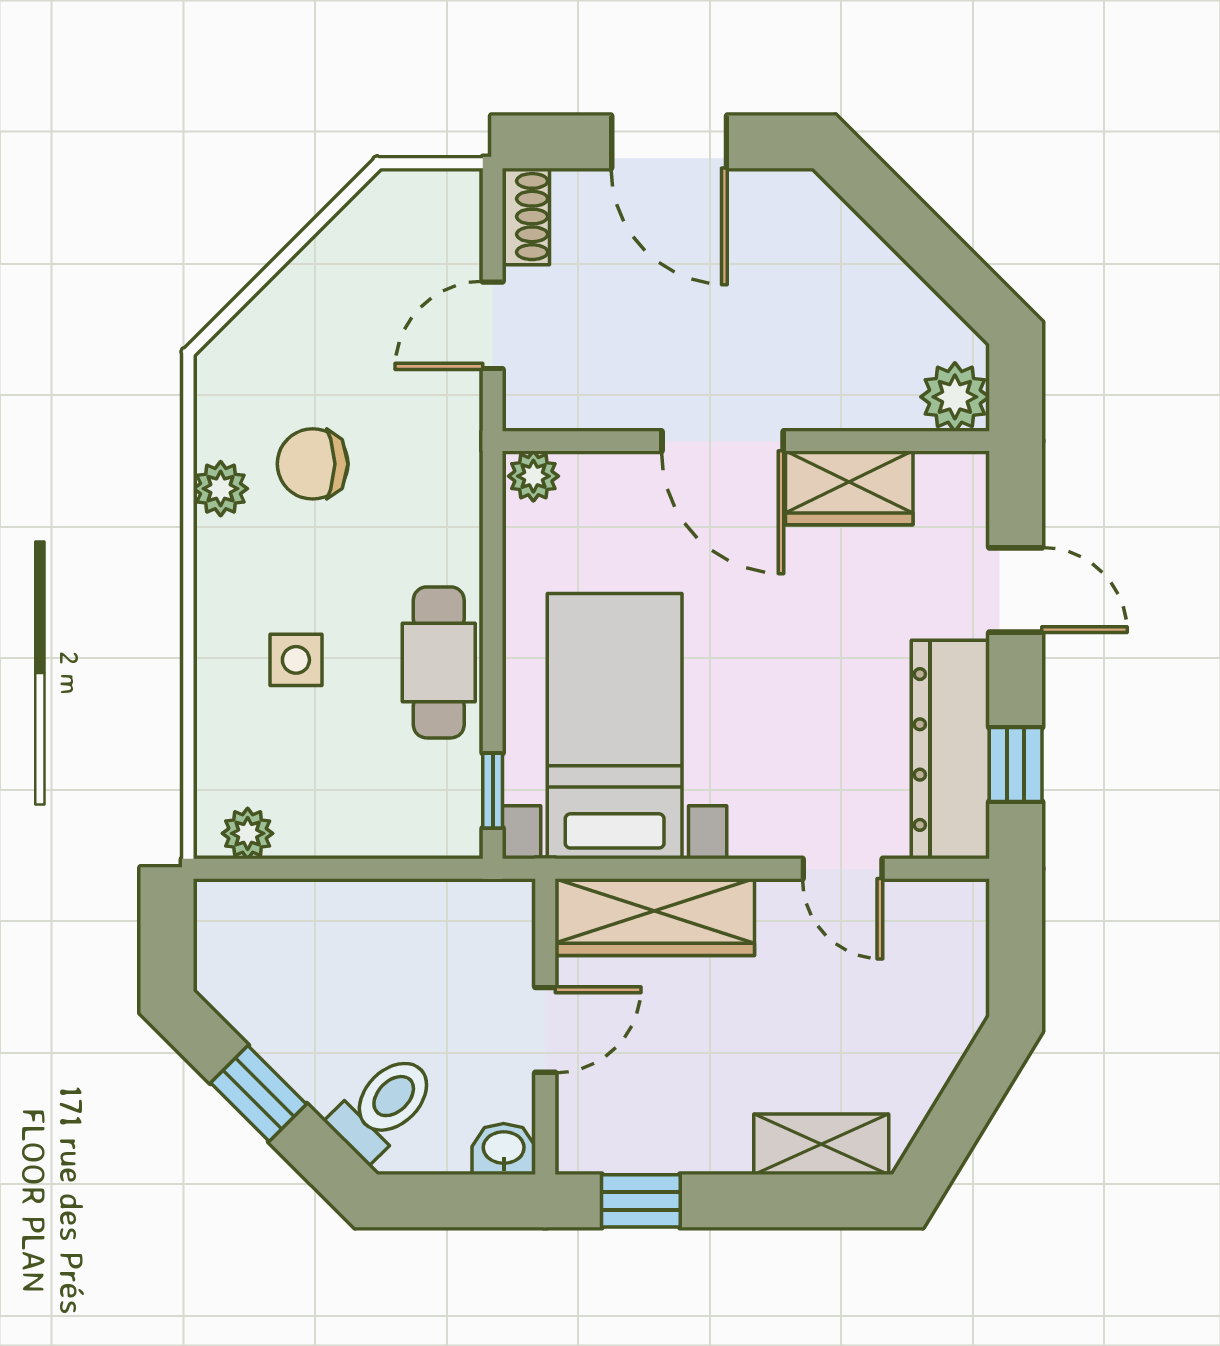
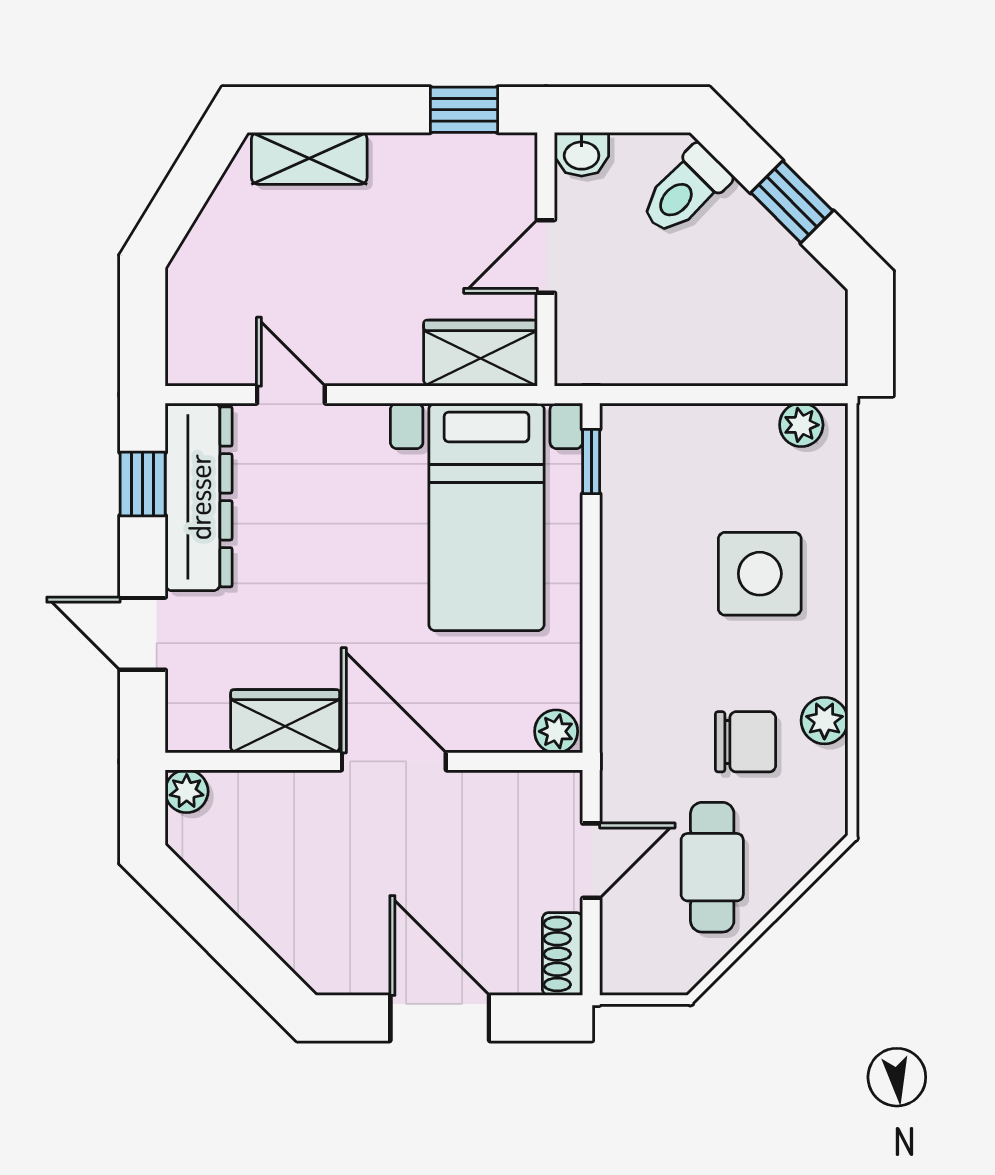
plant: (955, 397) -> (187, 791), width x0.73, depth x0.73
side table: (296, 660) -> (760, 574), width x1.87, depth x1.87
cafe table: (439, 662) -> (712, 867), moved
wardrobe: (655, 917) -> (481, 353), width x0.67

